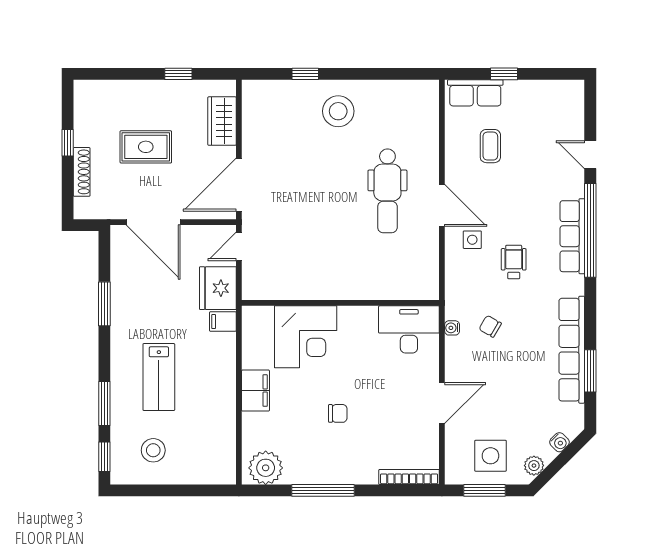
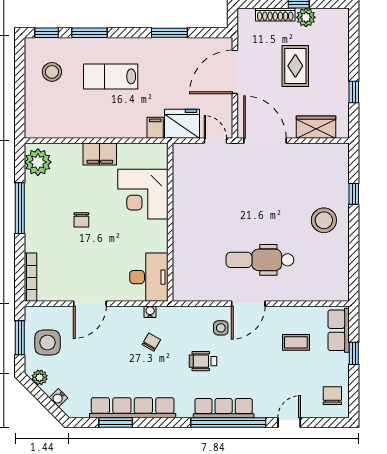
chair: (557, 101) -> (332, 396), added
plant: (85, 134) -> (306, 17), added
wheelchair: (514, 262) -> (203, 361), turned 180
door: (442, 403) -> (90, 304), hinge flipped

